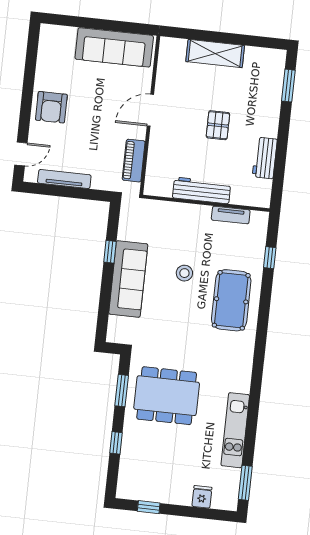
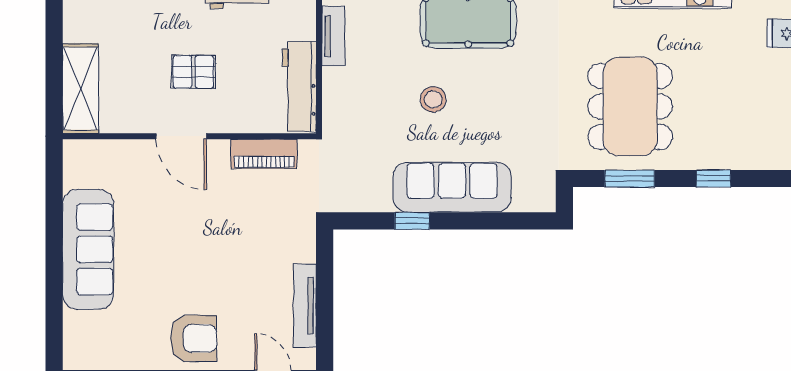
door: (150, 110) -> (181, 136), moved
wall: (150, 115) -> (189, 136), moved
piano: (134, 161) -> (264, 154), moved

